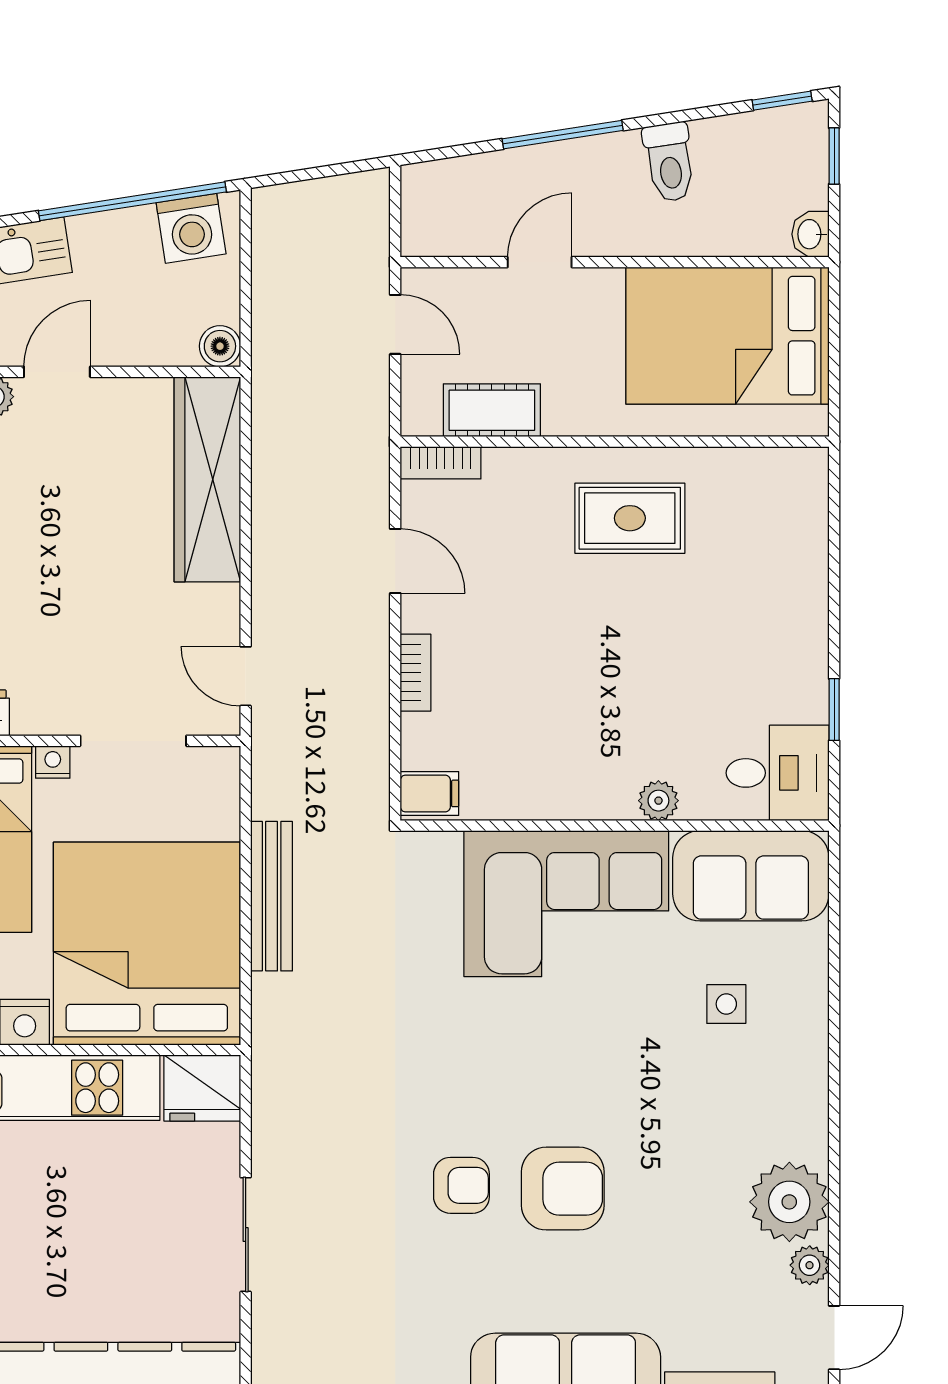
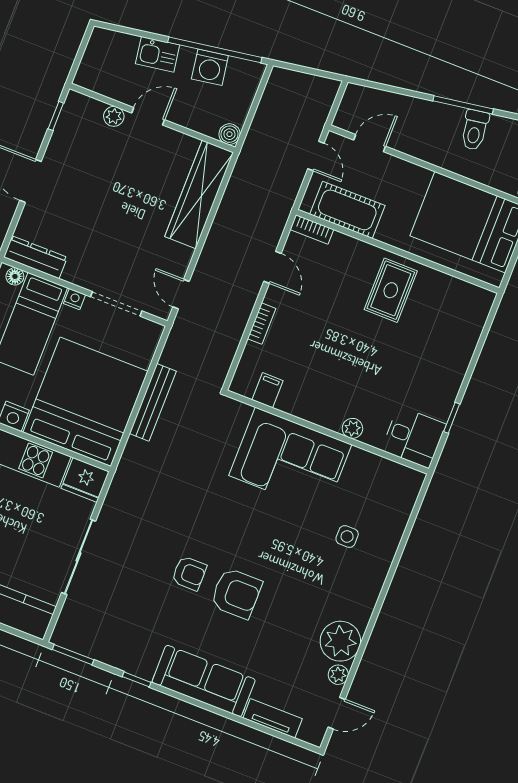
window: (563, 135) -> (463, 105), moved
washing machine: (191, 228) -> (210, 67), moved
door: (540, 262) -> (370, 143), moved
cot: (492, 410) -> (347, 210), width x1.37, depth x1.34
rug: (630, 518) -> (391, 290), turned 90
filing cabinet: (429, 793) -> (267, 390), moved, turned -90
sofa: (751, 876) -> (382, 481), removed
sliding door: (246, 1235) -> (79, 557), width x1.37

